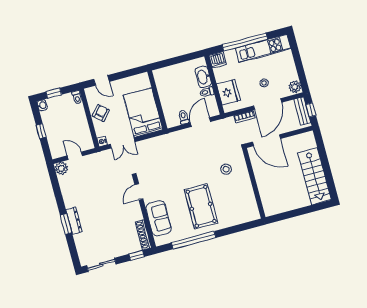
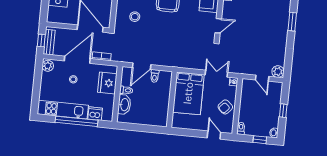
dishwasher: (218, 60) -> (95, 114), moved
dresser: (74, 221) -> (284, 22), removed

